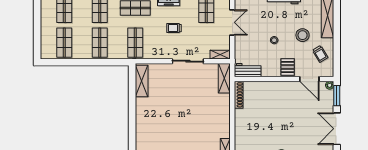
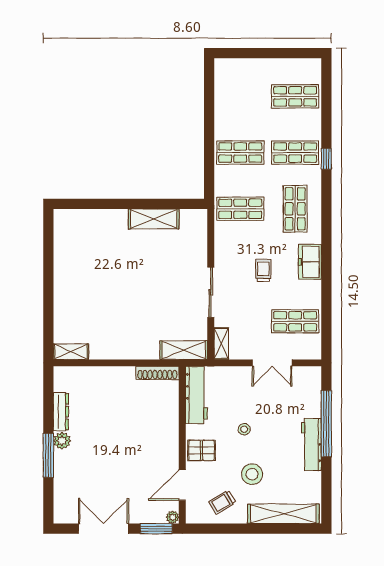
shop shelf: (64, 43) -> (240, 96), removed
workbench: (248, 70) -> (196, 395), width x1.38
shelving: (142, 81) -> (154, 219), moved

